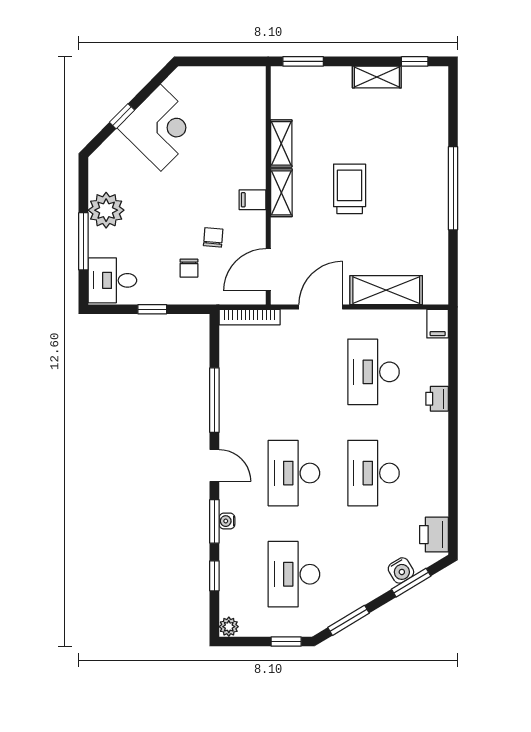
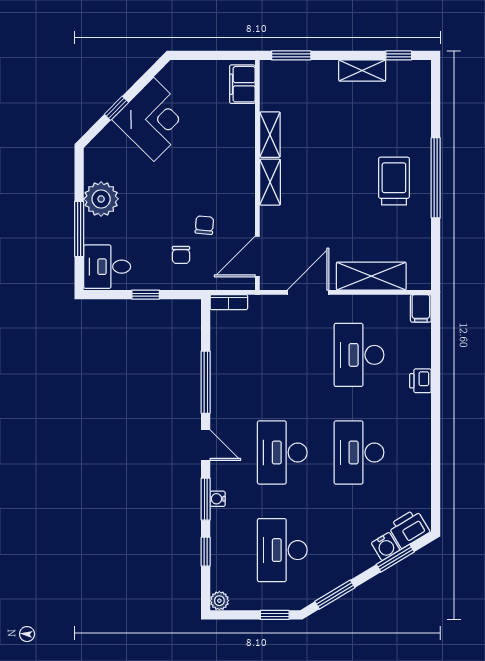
trolley: (350, 189) -> (394, 181), moved
filing cabinet: (253, 200) -> (242, 84), moved, width x2.00
bookcase: (250, 317) -> (229, 302), width x0.64
printer: (434, 535) -> (409, 529), moved, turned 59

